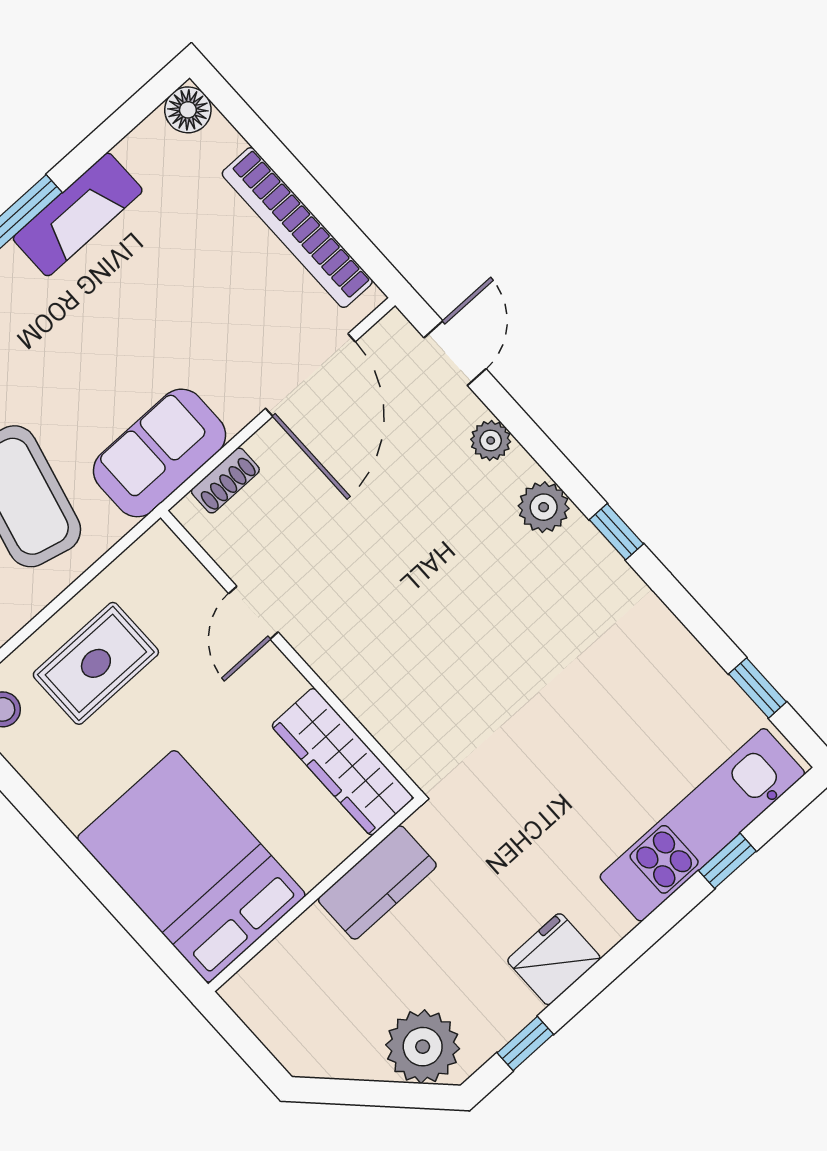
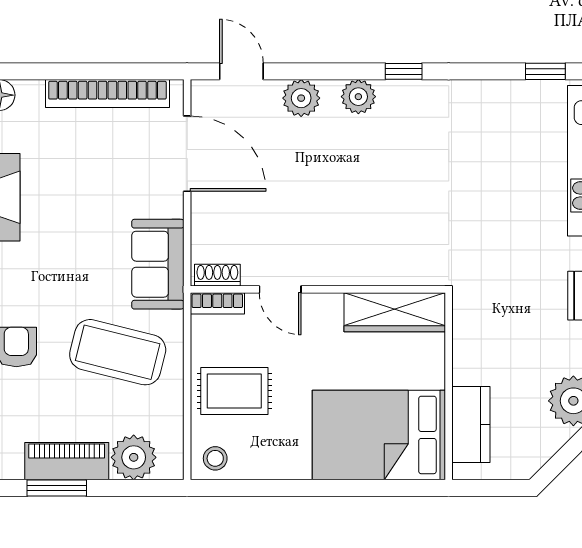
plant: (491, 440) -> (301, 98), width x1.38, depth x1.38
shoe rack: (225, 480) -> (217, 275), moved, turned -90
bookcase: (175, 557) -> (217, 303), added
rug: (96, 663) -> (234, 391), turned 90
kitchen counter: (377, 882) -> (471, 425), moved

